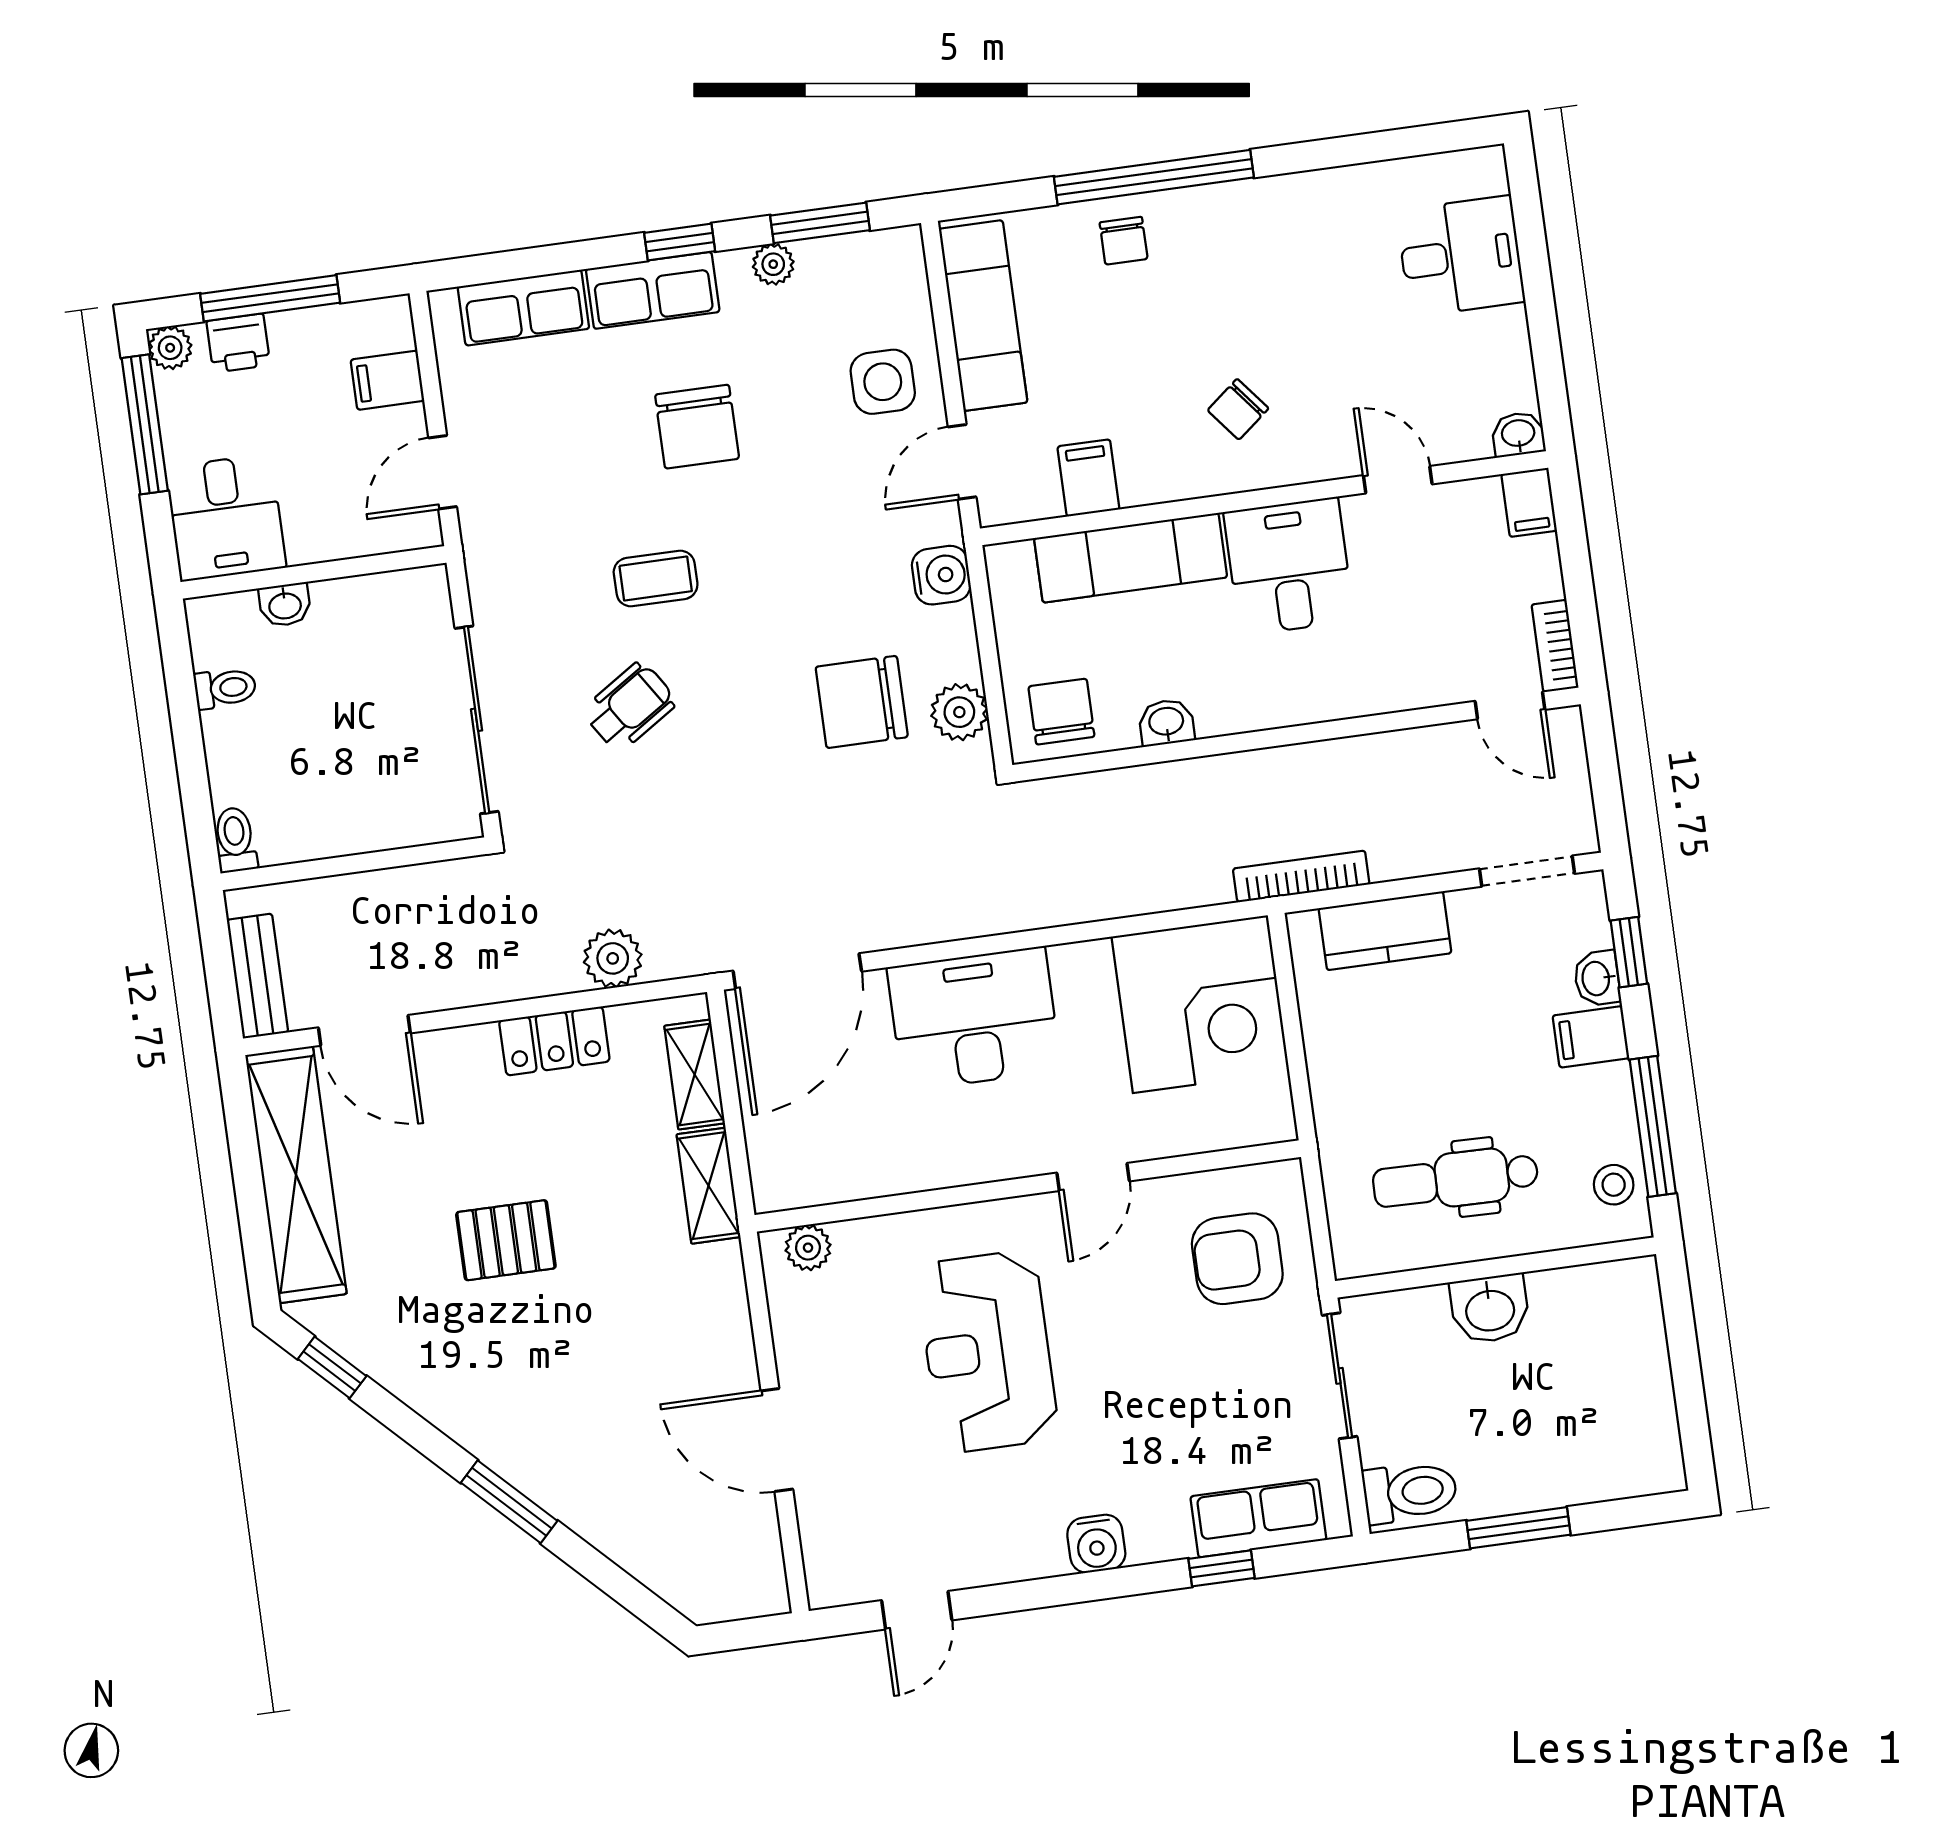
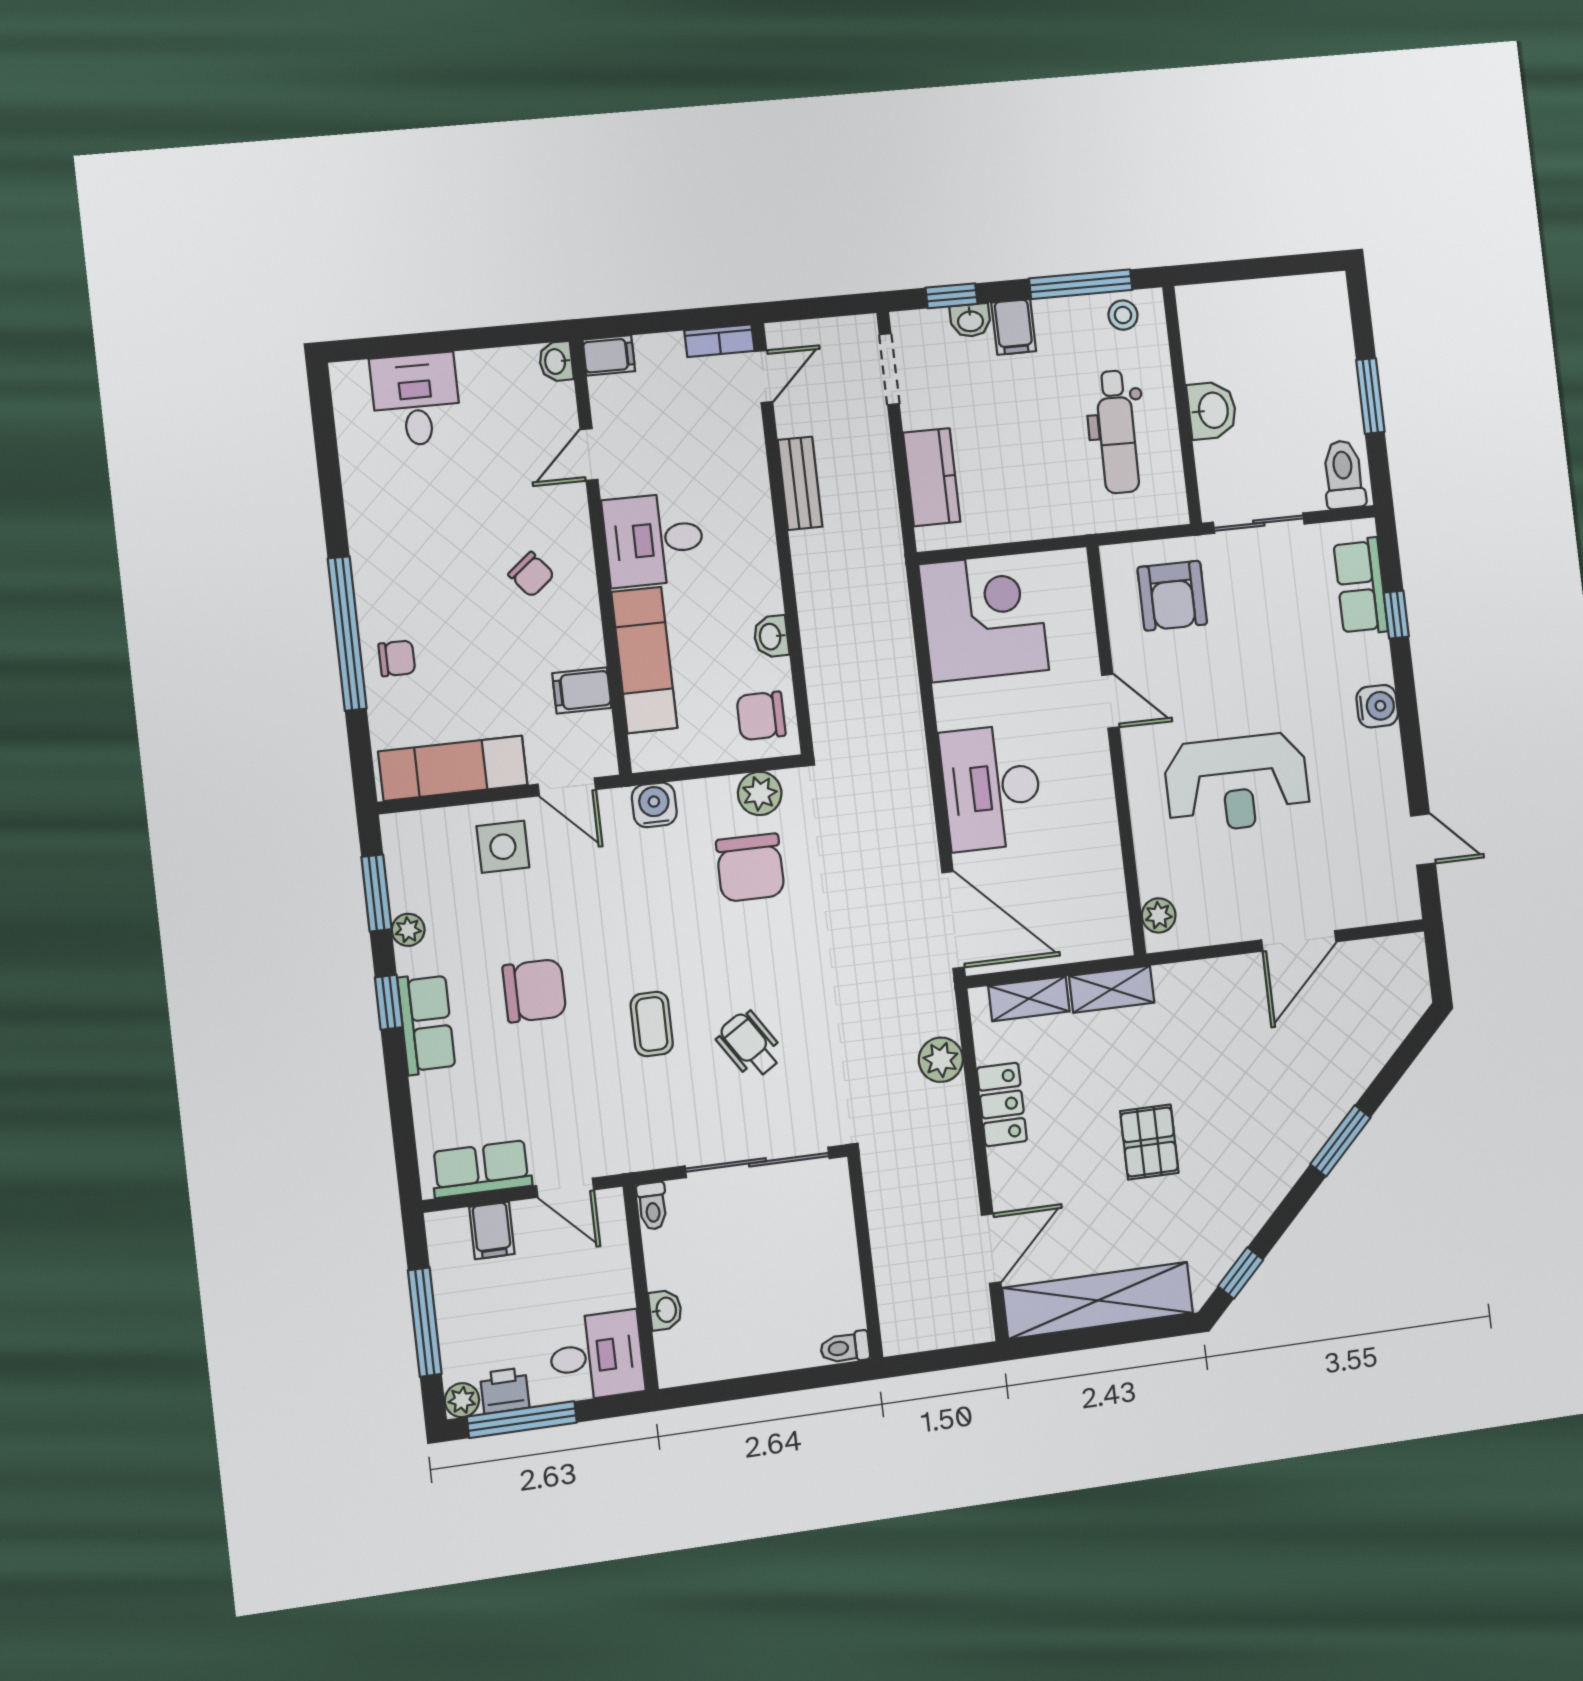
row of seats: (523, 308) -> (481, 1169), moved, turned -90
printer: (238, 343) -> (505, 1390), moved, turned -90
toilet: (225, 688) -> (652, 1206), moved, turned 180
bookcase: (1301, 876) -> (890, 539), removed
bench: (257, 976) -> (800, 483), moved, turned 90

